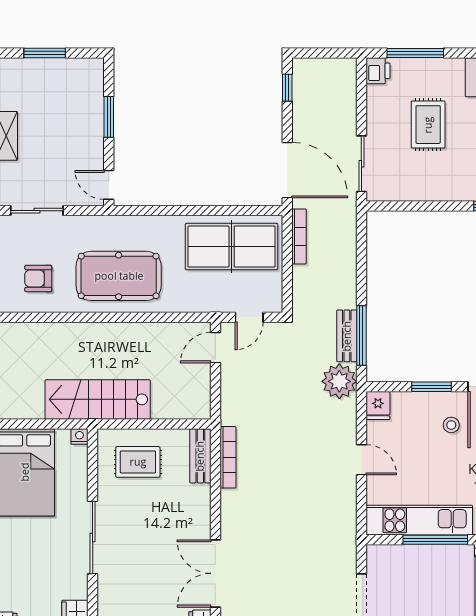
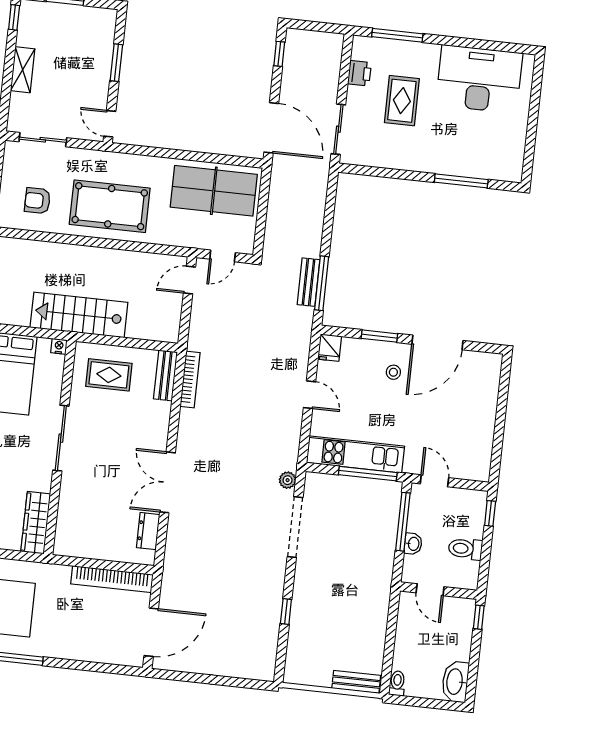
printer: (378, 71) -> (359, 73), moved
bookcase: (299, 236) -> (275, 188), removed
plant: (339, 381) -> (288, 480), moved, width x0.53, depth x0.53

